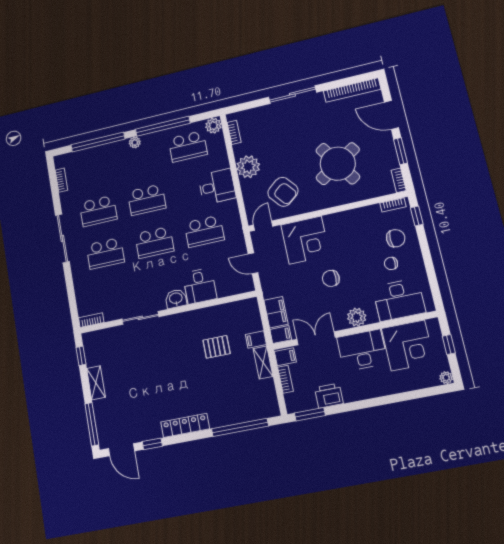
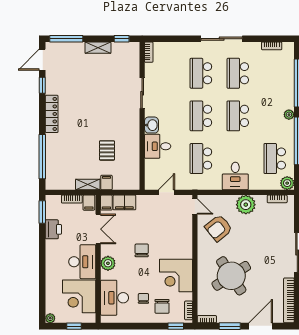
corner desk: (305, 240) -> (176, 275), moved

